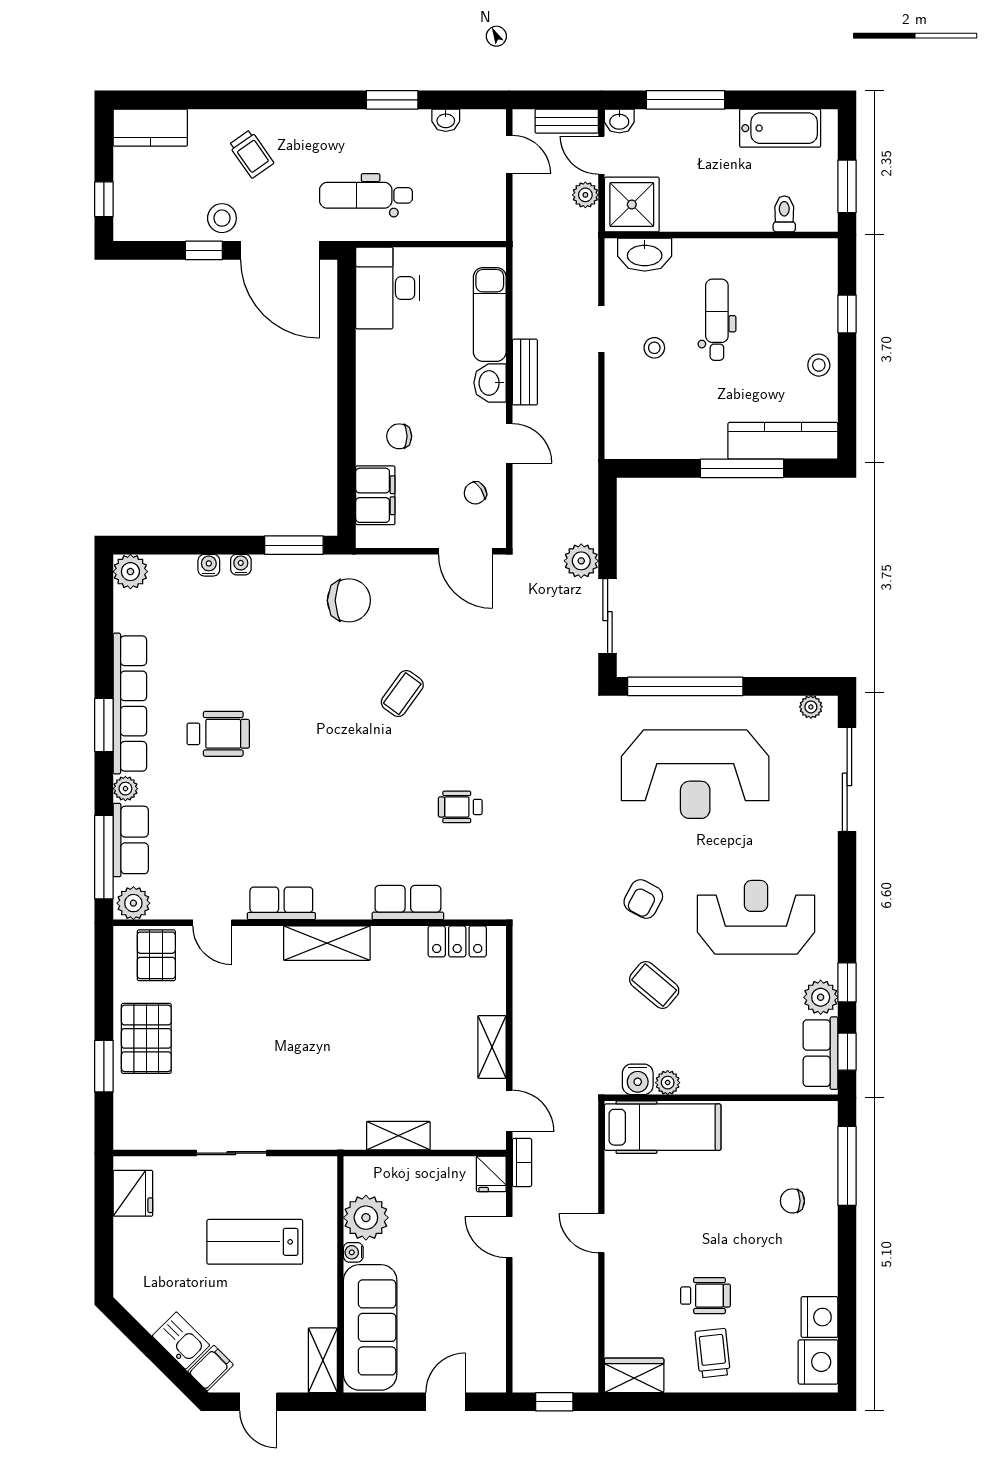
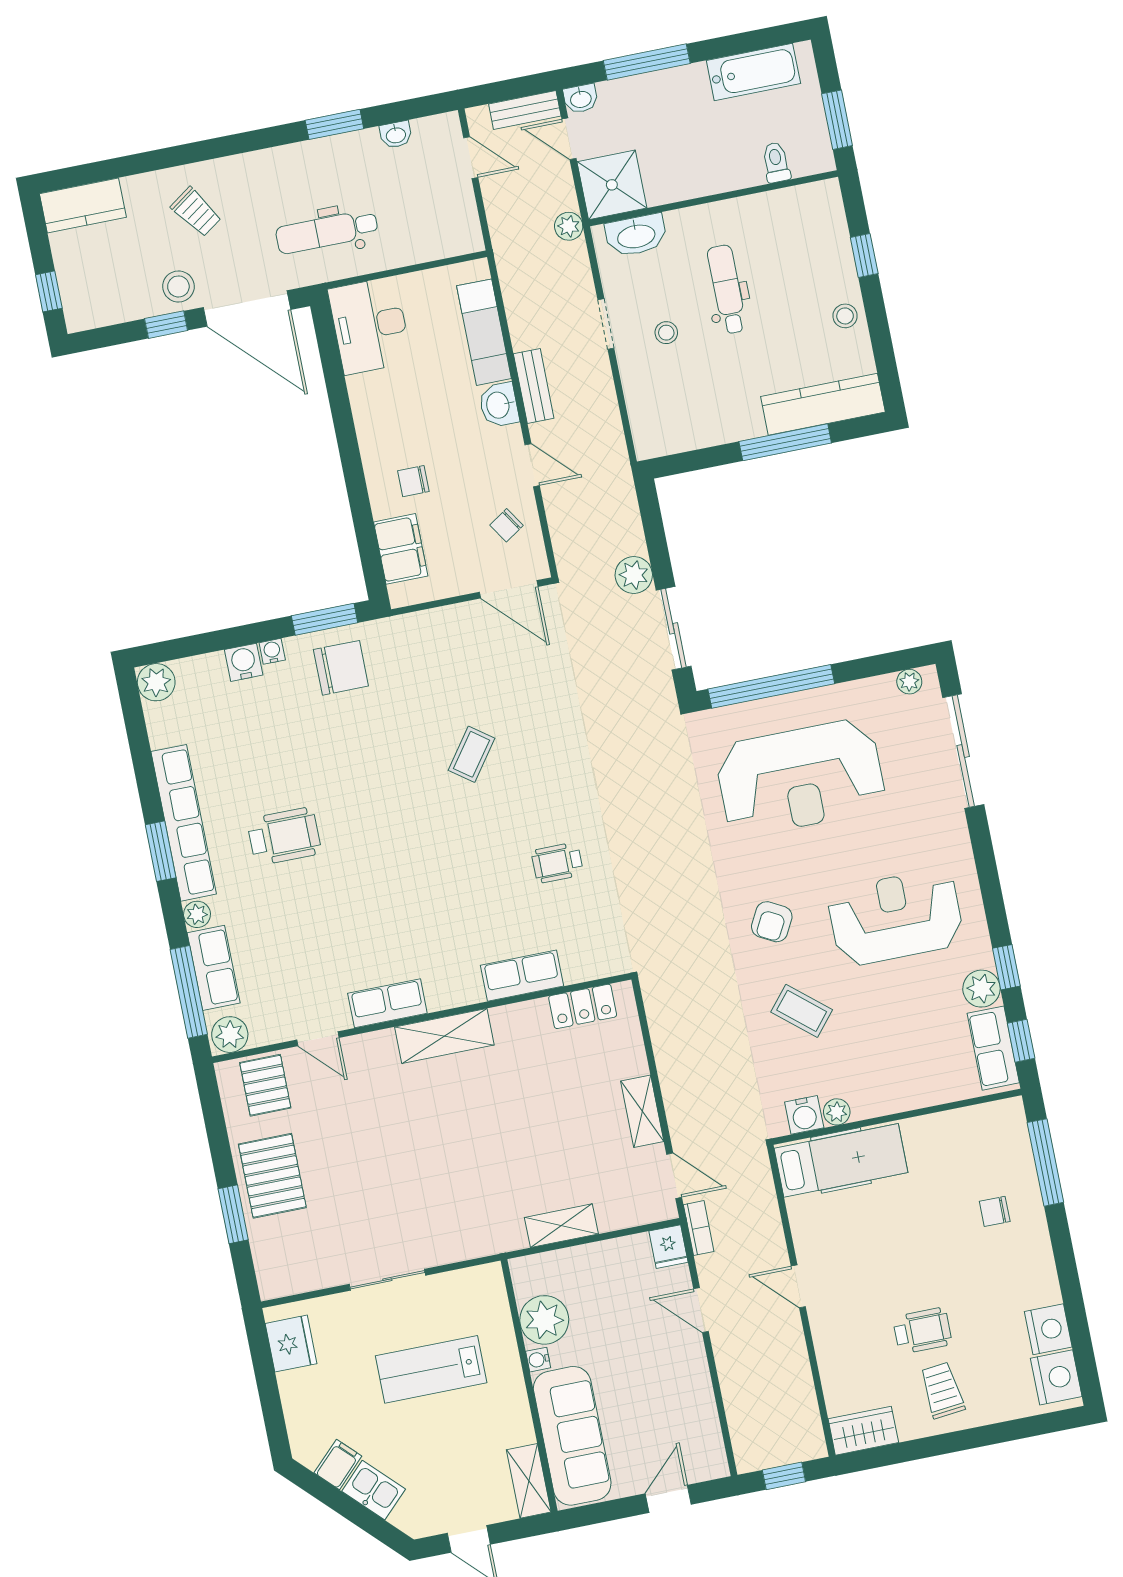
plant: (585, 195) -> (569, 226), moved
water cooler: (209, 565) -> (244, 662), width x1.38, depth x1.38
chair: (349, 600) -> (341, 668), moved
filing cabinet: (211, 1368) -> (338, 1464), moved

